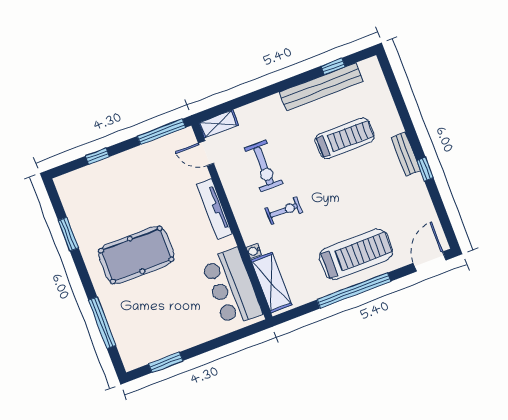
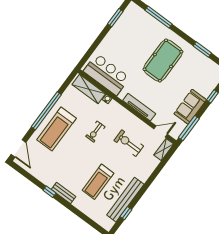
sofa: (140, 162) -> (190, 107), added
exercise bike: (284, 211) -> (95, 132), moved

